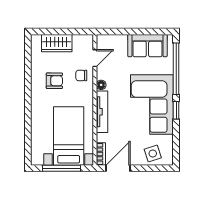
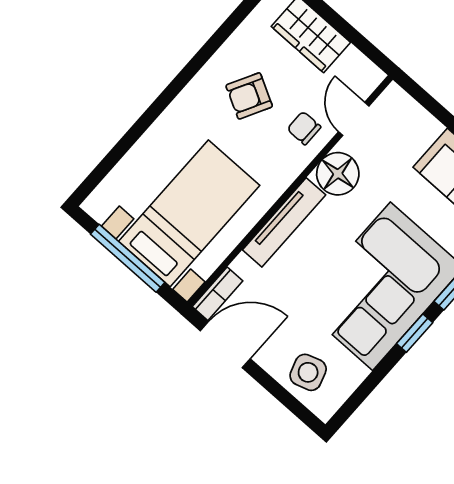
door: (95, 58) -> (354, 119), swing flipped
armchair: (54, 81) -> (249, 96), turned 118
floor lamp: (101, 85) -> (338, 174), width x1.89, depth x1.89

